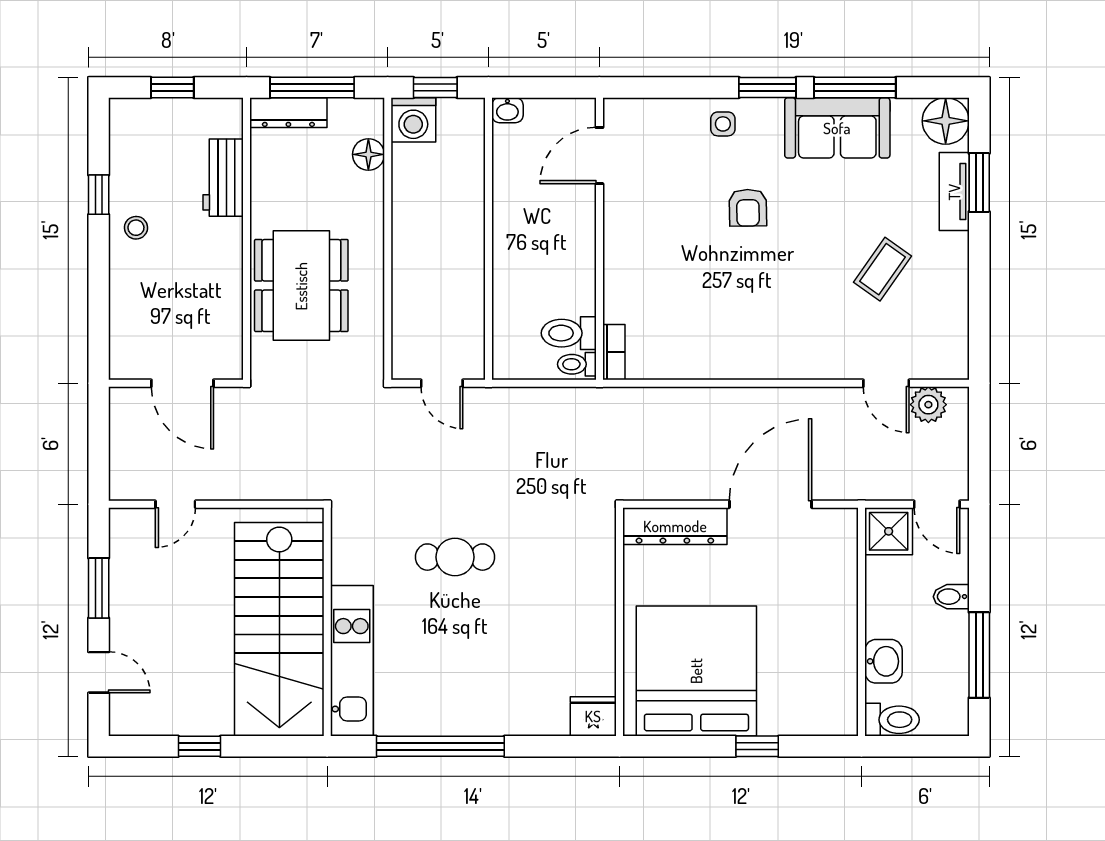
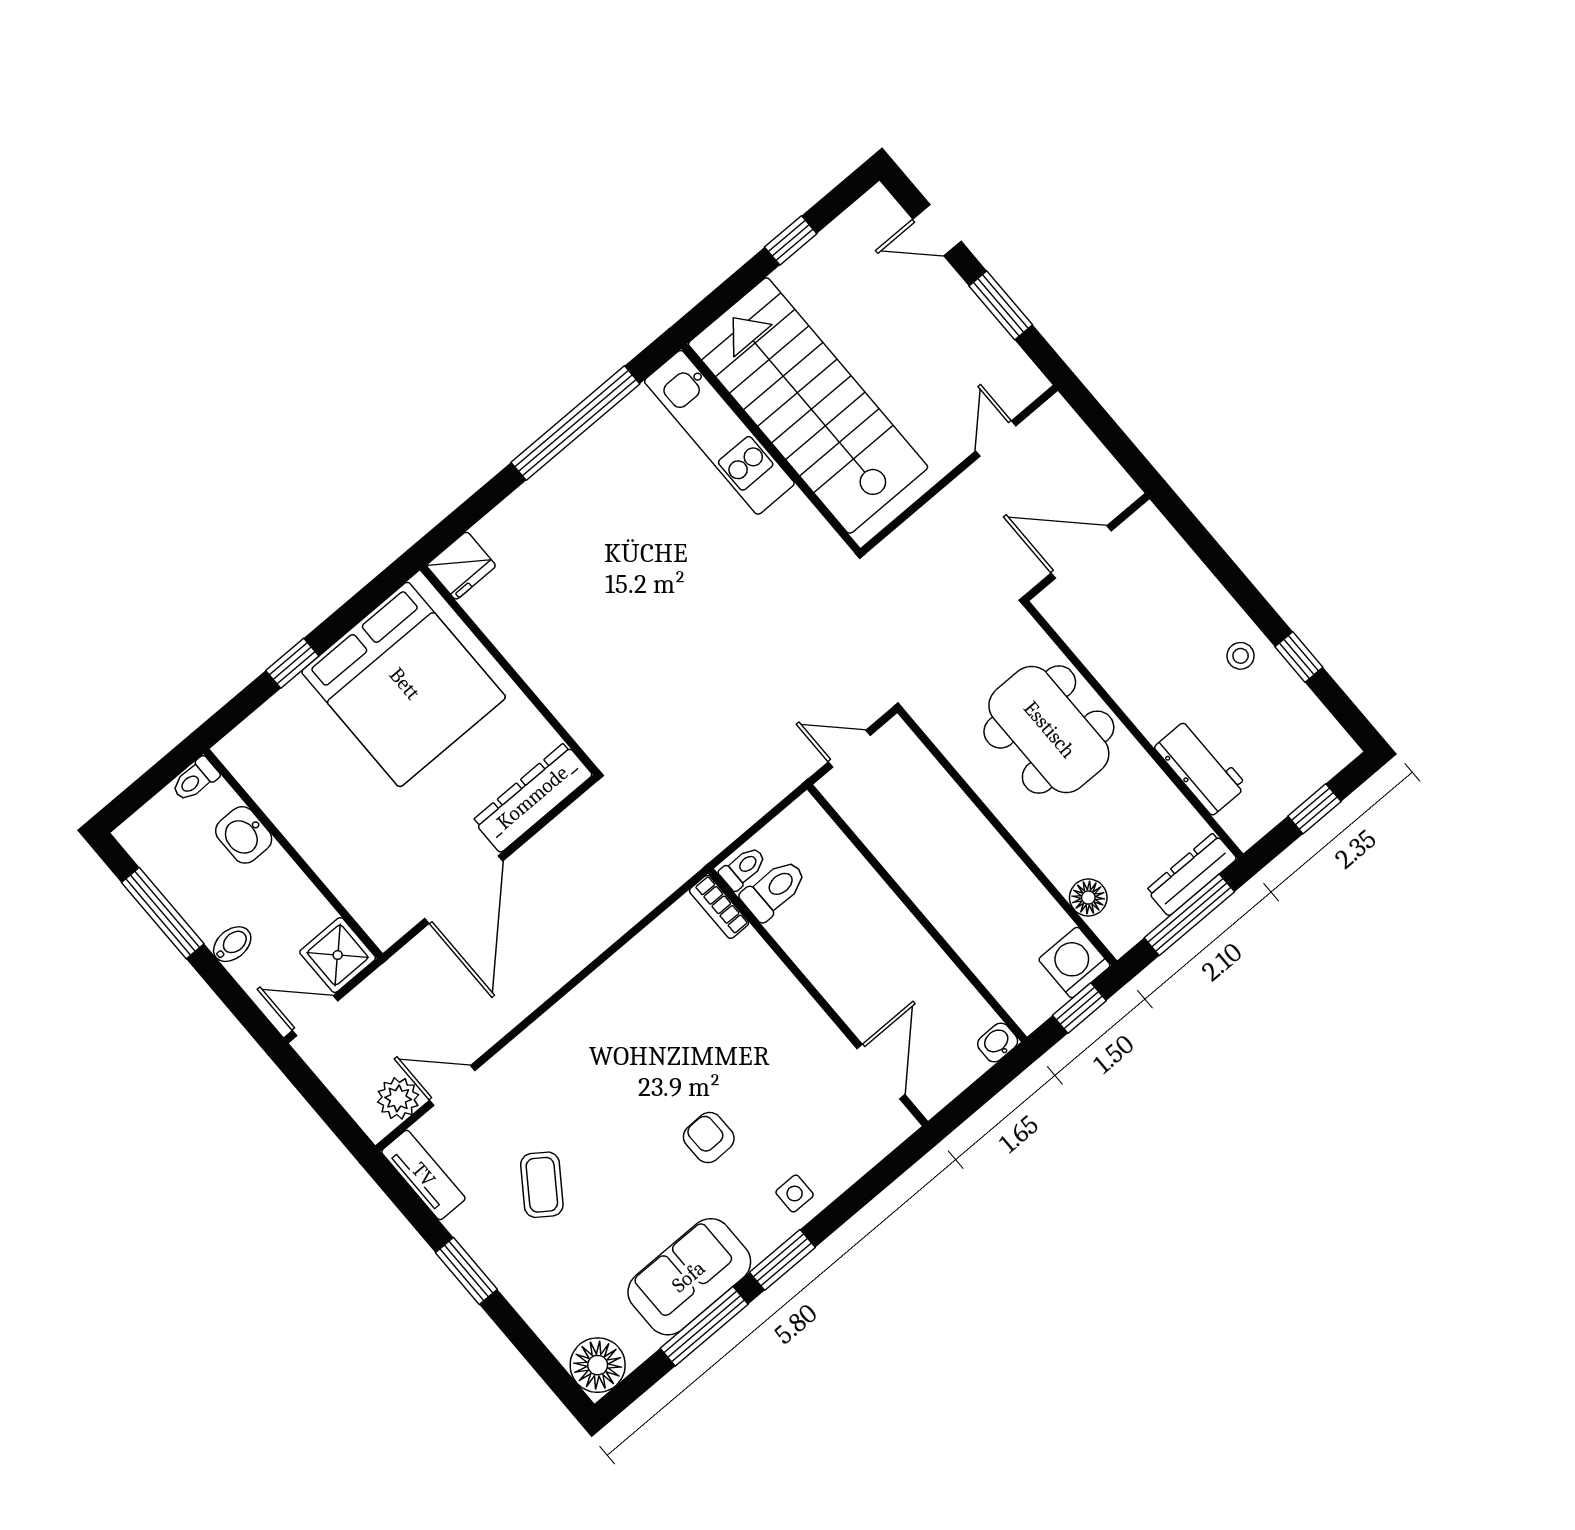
window: (979, 182) -> (466, 1271), moved
tv unit: (954, 192) -> (423, 1175), moved
cafe table: (455, 557) -> (706, 603), removed
toilet: (892, 720) -> (195, 780), width x0.73, depth x0.72

